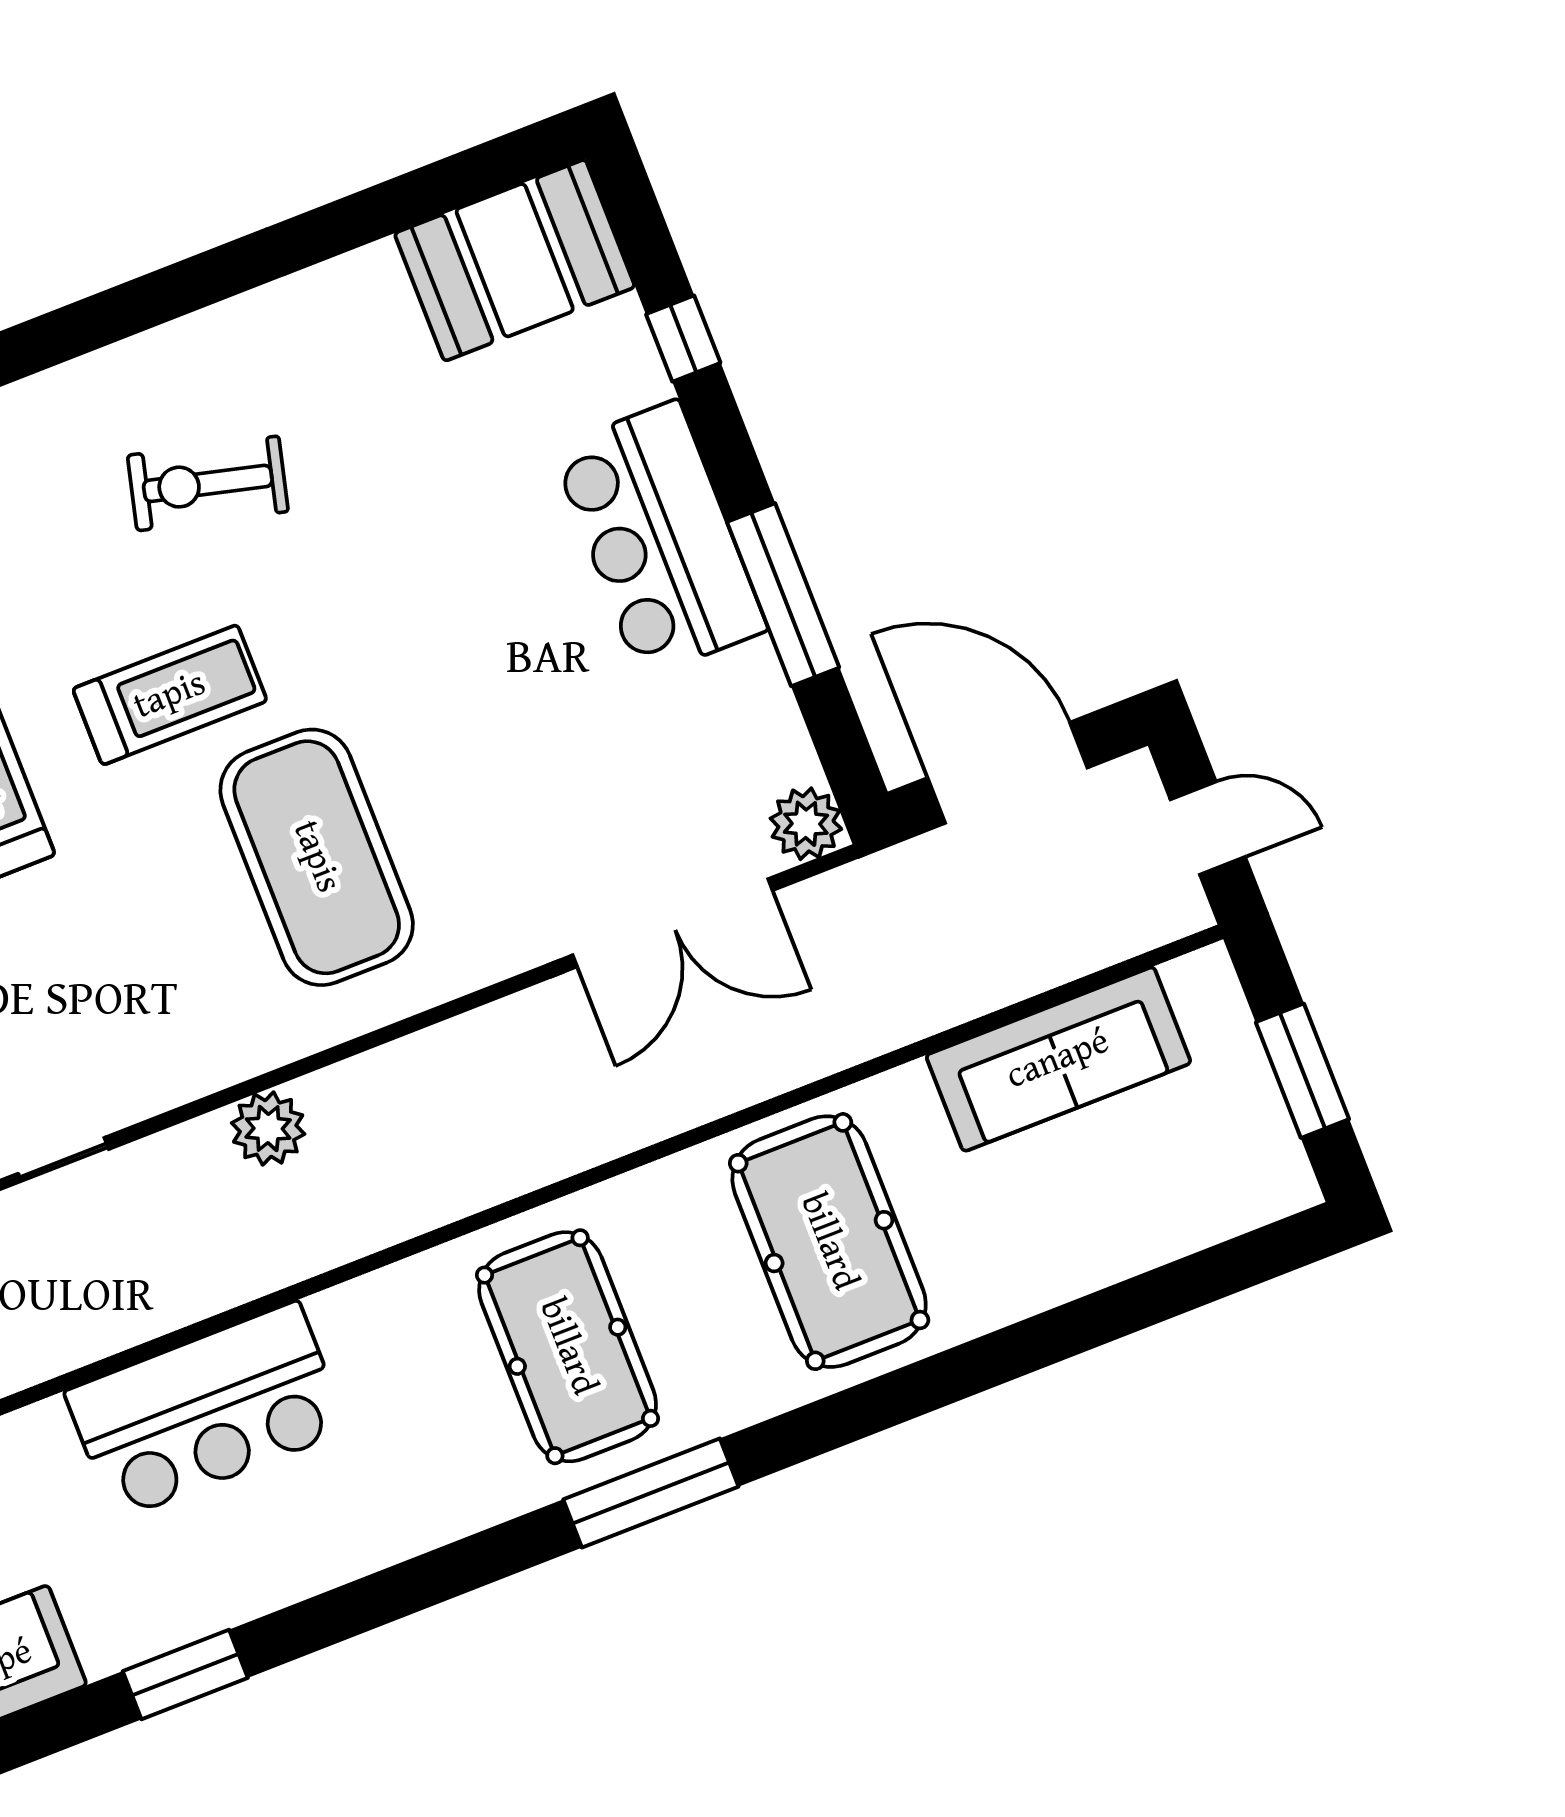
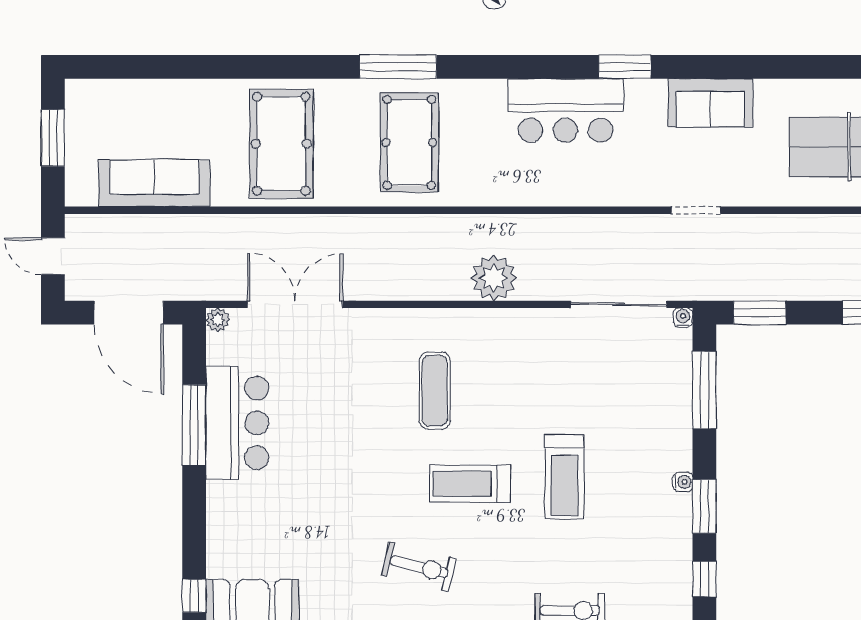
window: (683, 339) -> (194, 596), moved
bar counter: (659, 539) -> (237, 423), moved
plant: (806, 824) -> (218, 320), width x0.73, depth x0.73
exercise mat: (317, 857) -> (435, 391), width x0.50, depth x0.69
plant: (268, 1129) -> (494, 278), width x1.36, depth x1.36
bar counter: (206, 1411) -> (565, 110), moved, turned 180

